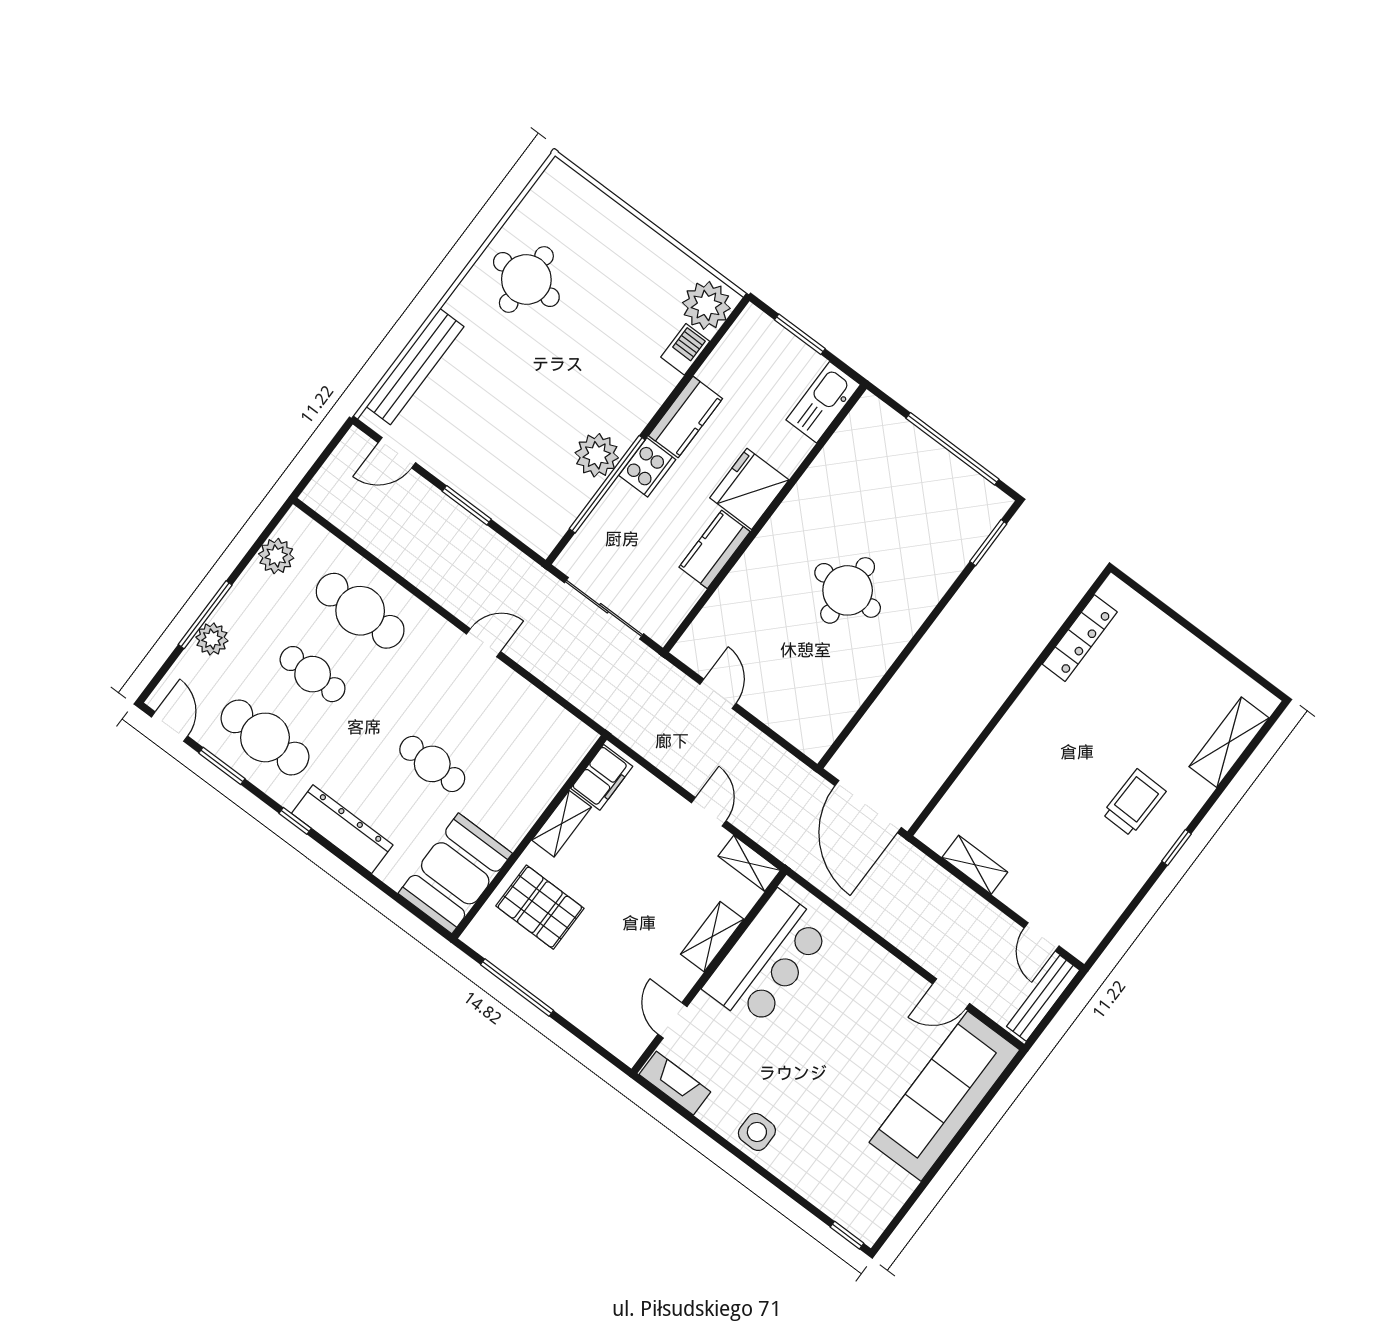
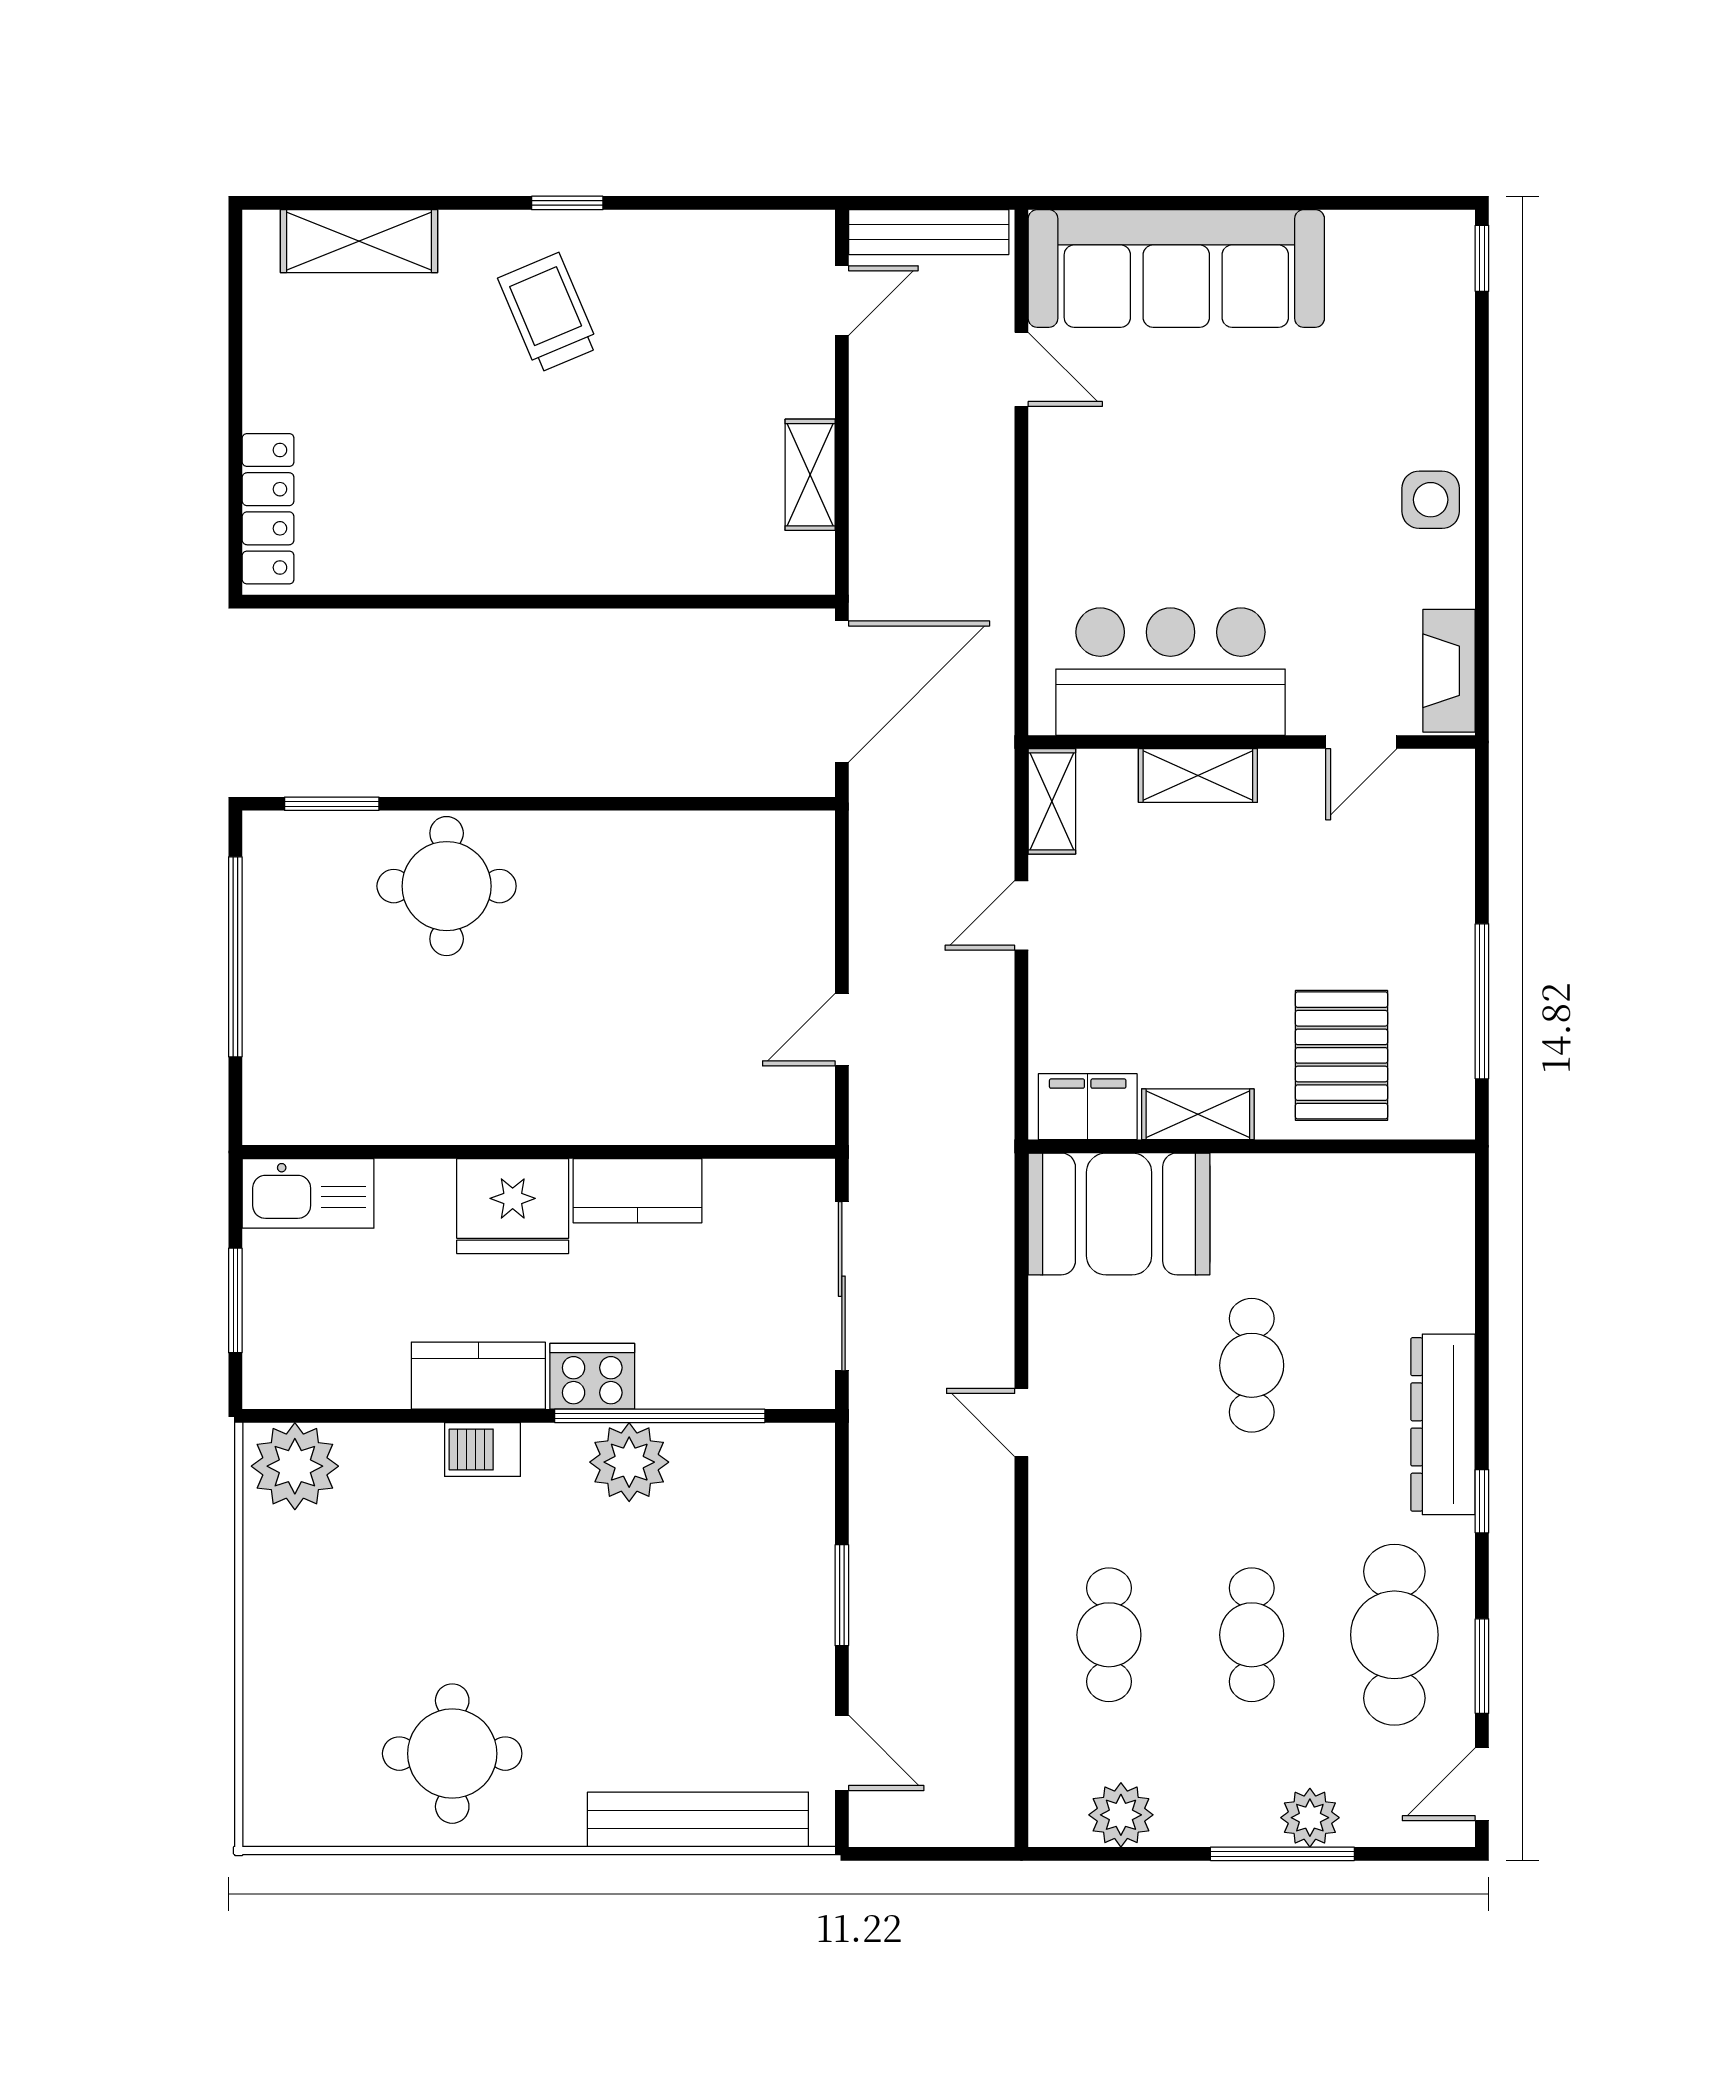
barbecue: (685, 349) -> (483, 1449), moved
round table: (848, 590) -> (447, 886), moved
cafe table: (360, 611) -> (1109, 1635), width x0.73, depth x0.74
locker: (1080, 638) -> (268, 509), moved, turned 90
trolley: (1134, 803) -> (548, 313), turned 66
booth: (455, 873) -> (1119, 1214), moved

